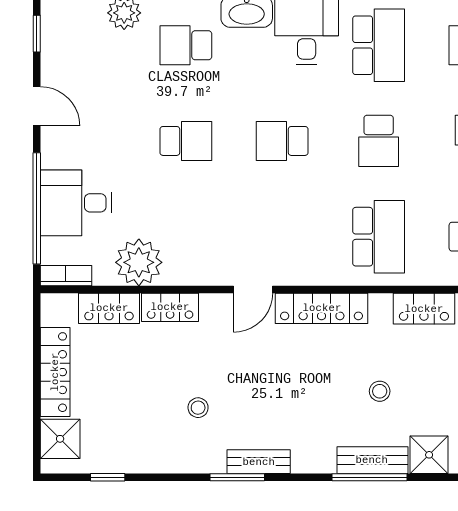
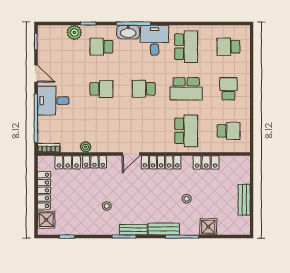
school desk: (379, 141) -> (186, 89), width x1.85
desk: (76, 203) -> (53, 101), moved
plant: (139, 262) -> (86, 147), width x0.53, depth x0.53
bench: (372, 460) -> (164, 229), moved

